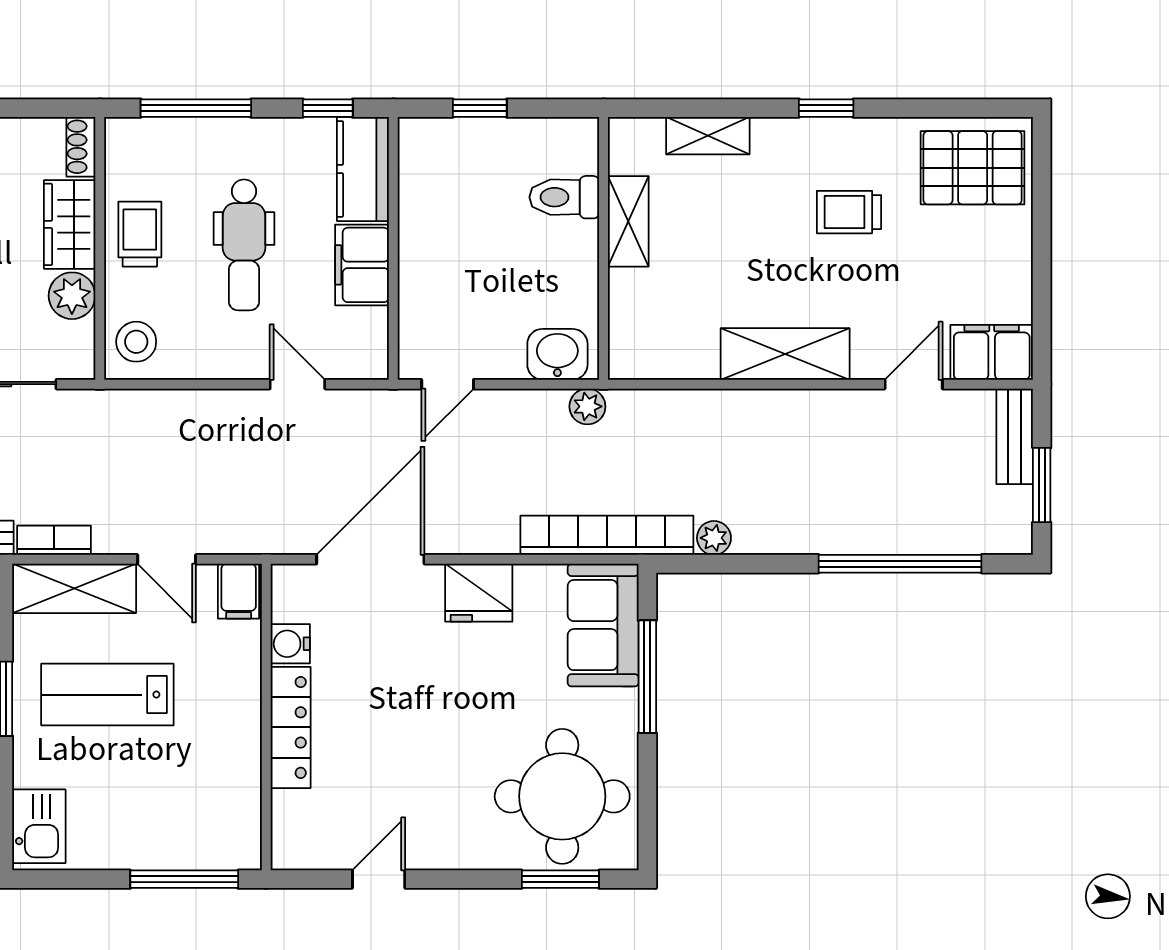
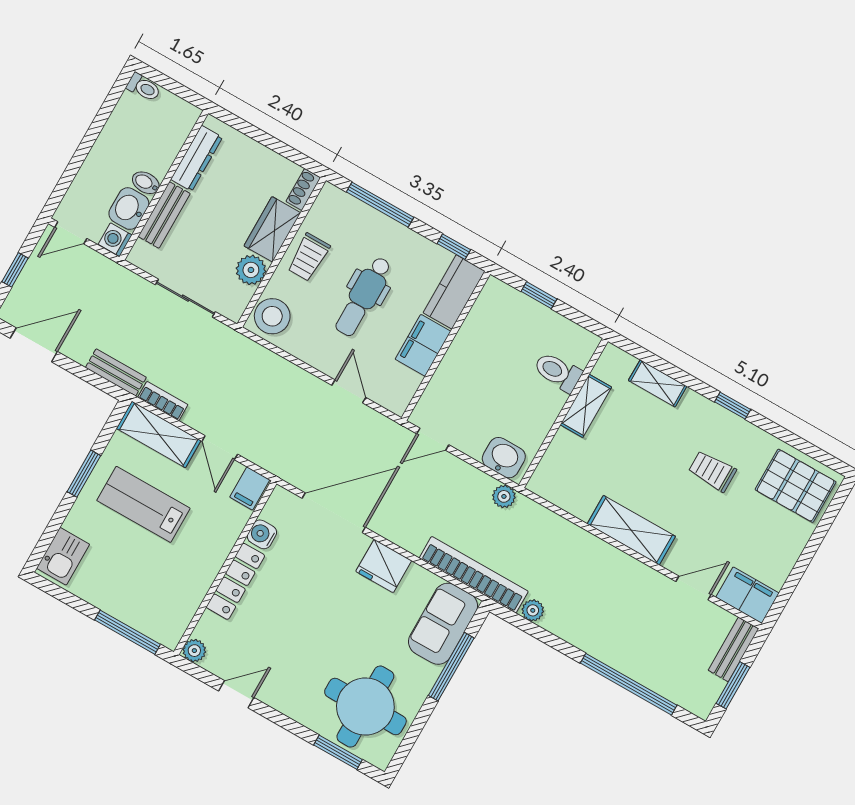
trolley: (140, 234) -> (309, 257), turned 180
stool: (136, 342) -> (272, 316), width x1.38, depth x1.38
plant: (288, 853) -> (194, 651), added

